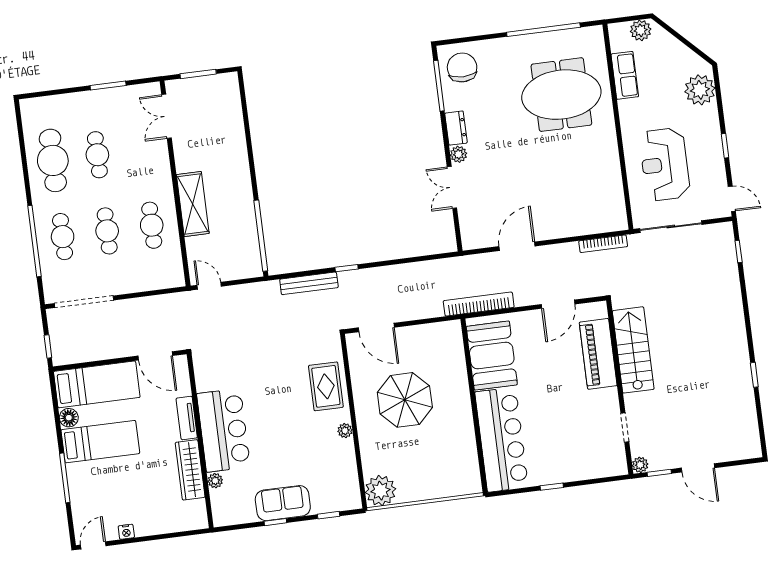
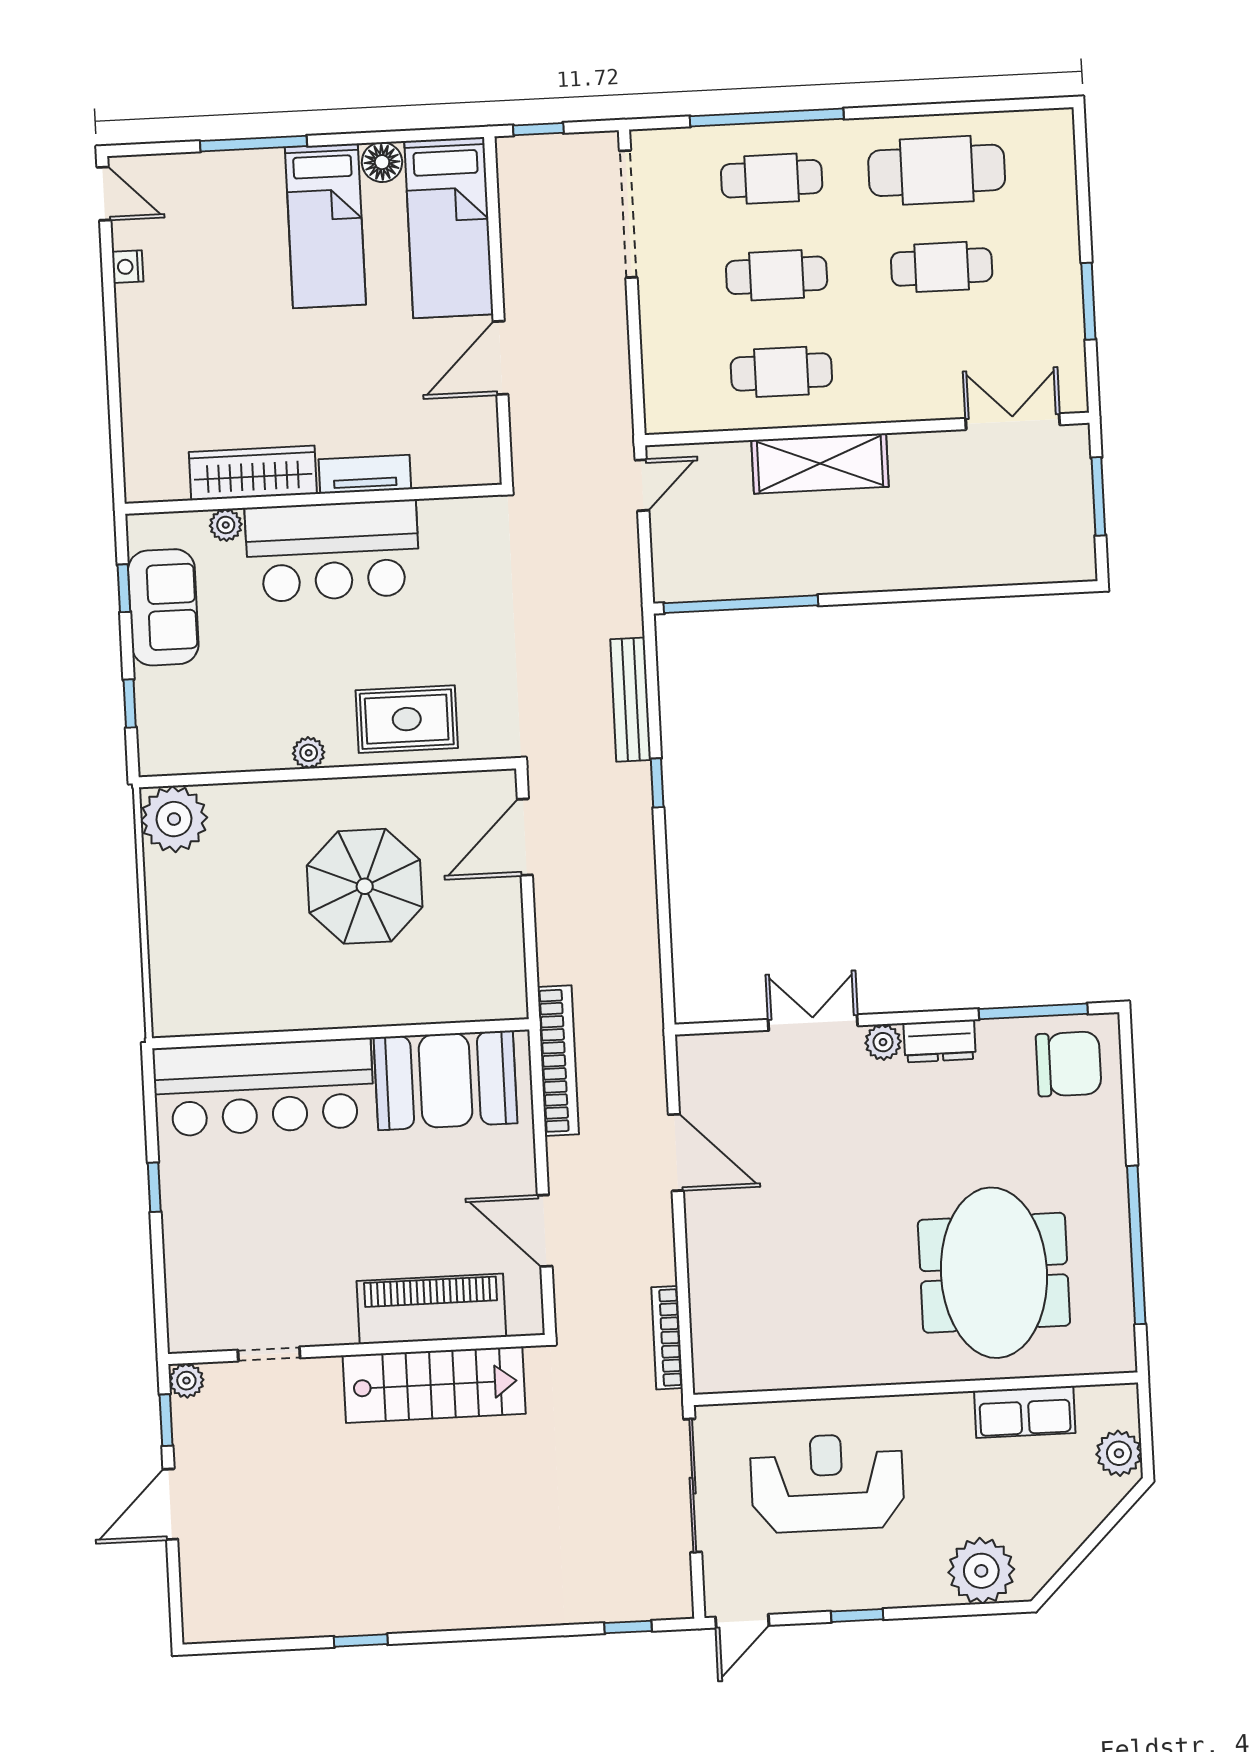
tv unit: (187, 418) -> (365, 474), moved
bar counter: (223, 430) -> (332, 551), moved
wall: (200, 441) -> (314, 499), moved
wardrobe: (190, 470) -> (253, 473), moved
plant: (215, 481) -> (226, 525), moved

